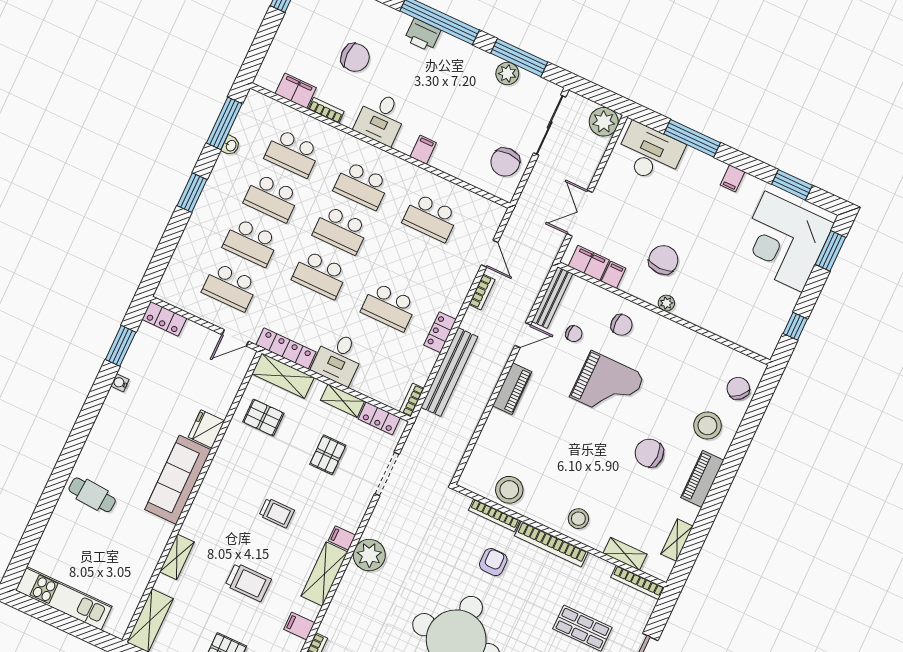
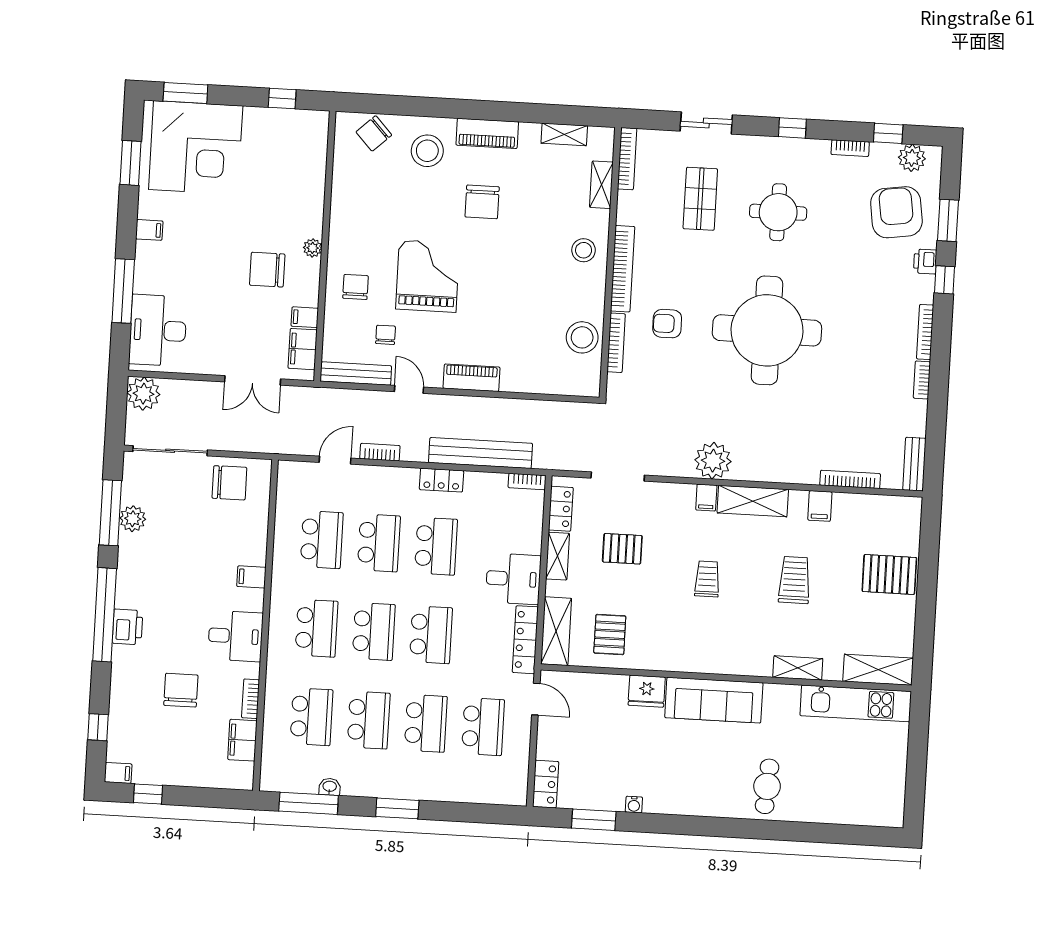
school desk: (410, 262) -> (379, 543), added
kitchen unit: (64, 598) -> (856, 703), moved, turned -90

